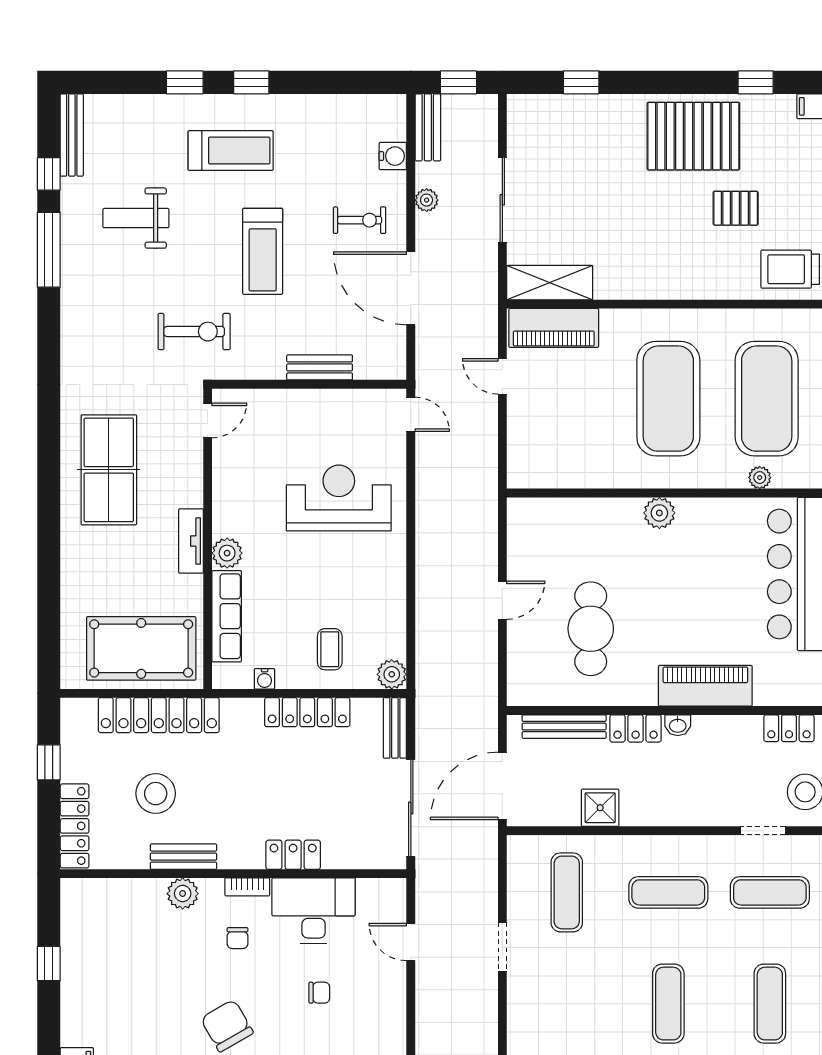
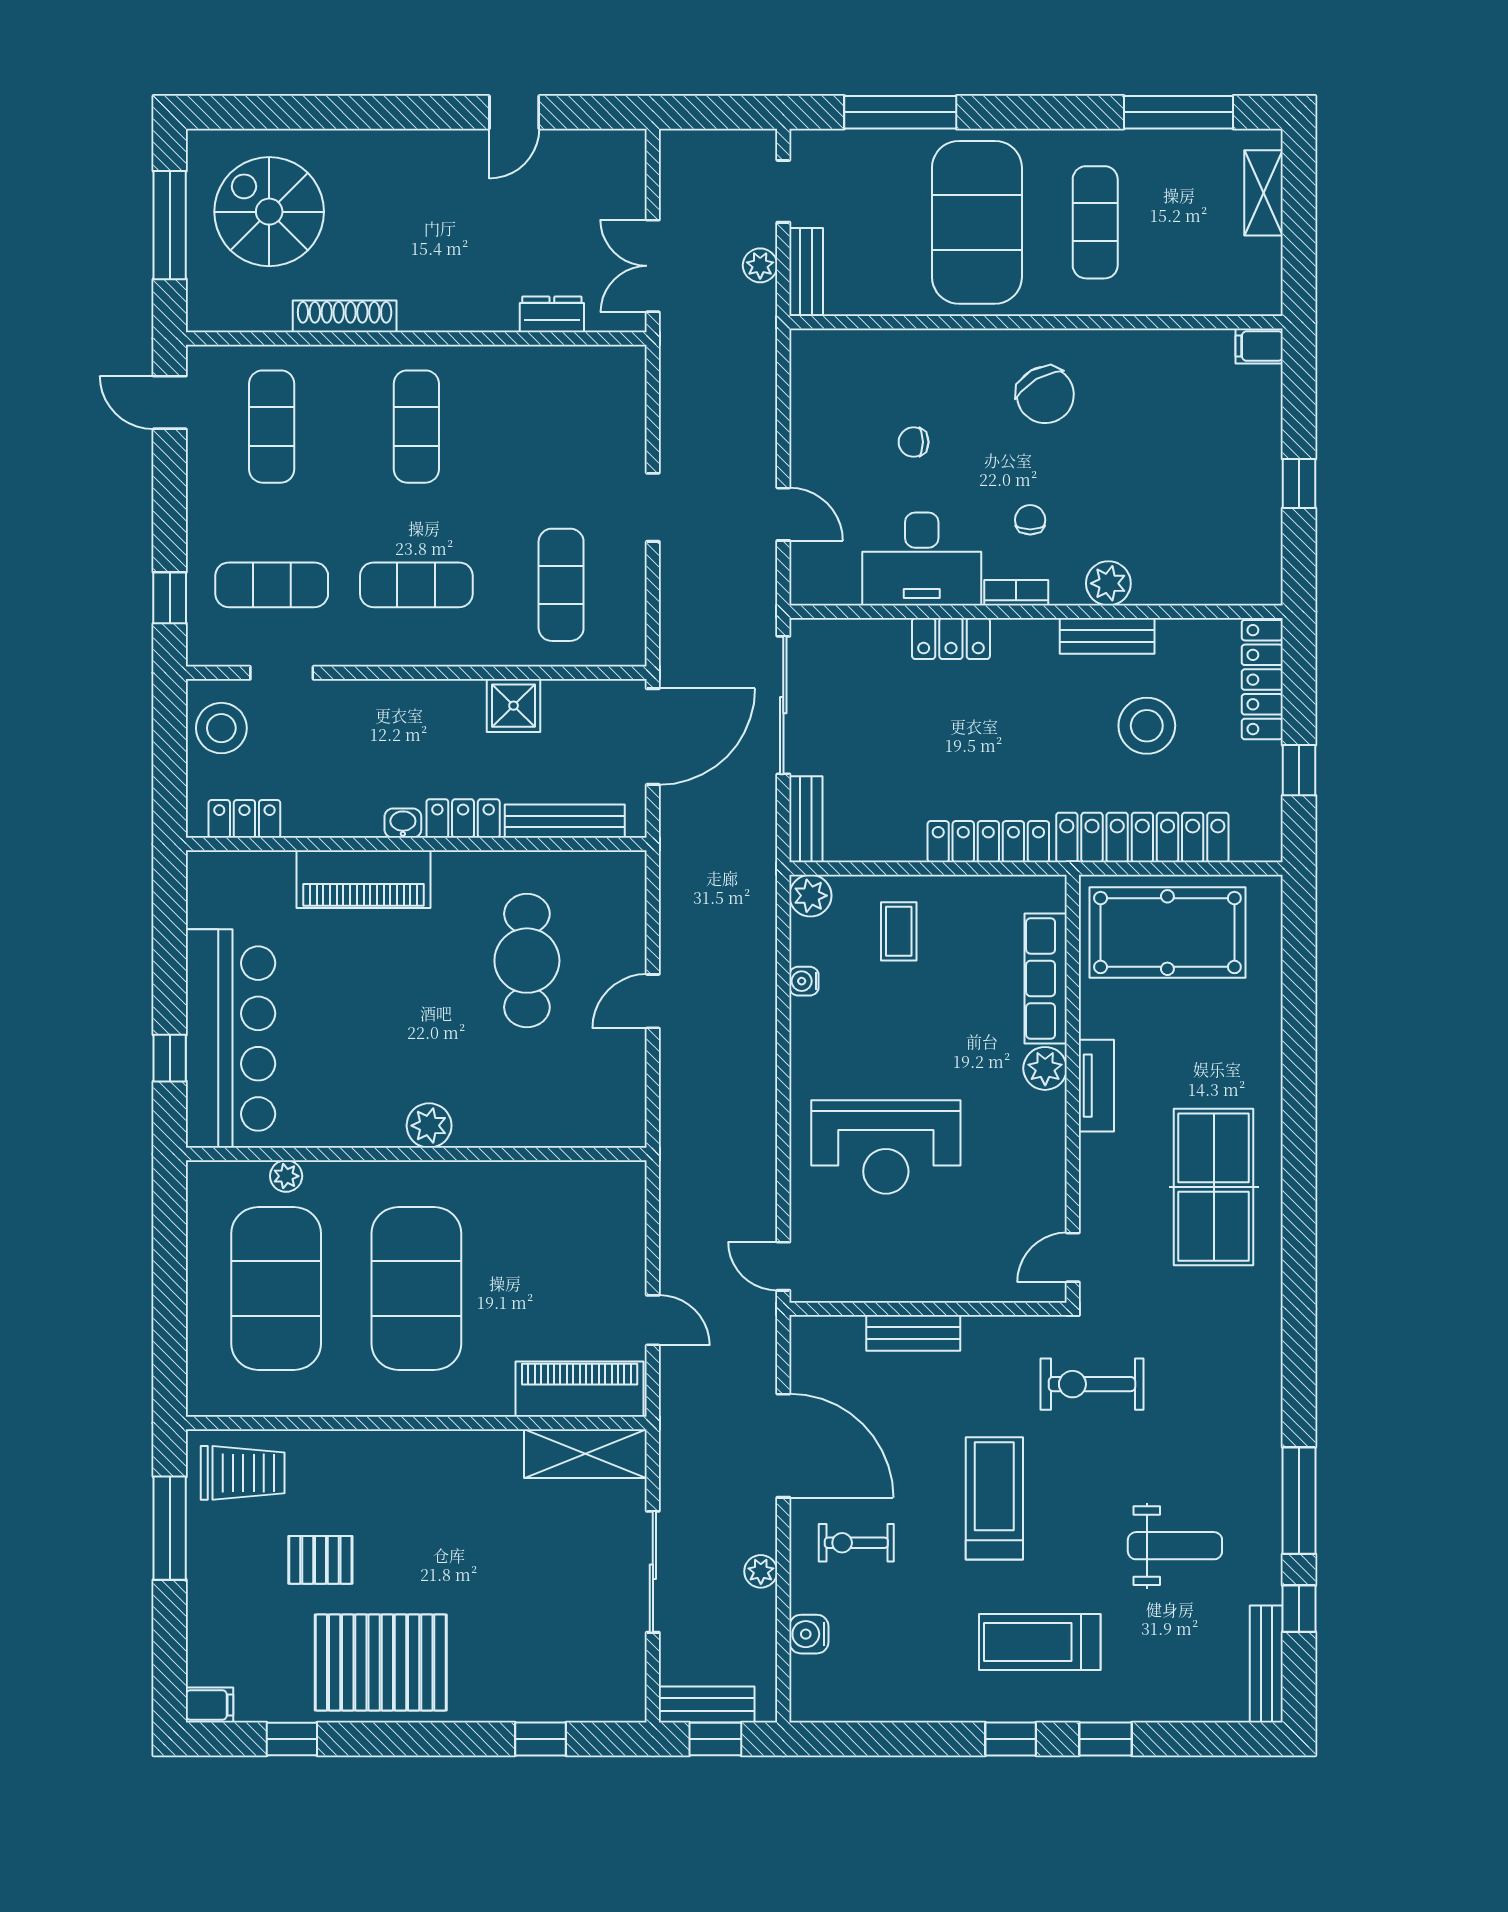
bench: (428, 127) -> (707, 1704), moved, turned 90
water cooler: (265, 679) -> (804, 981), moved, turned -90
locker: (307, 712) -> (988, 842), moved

